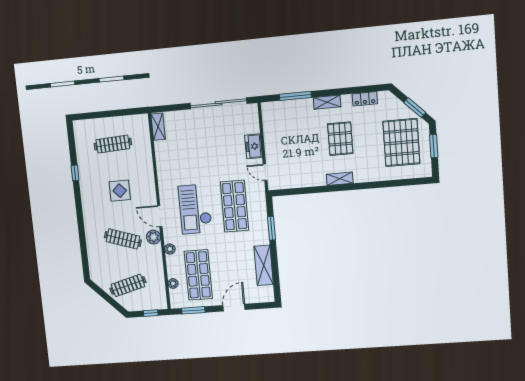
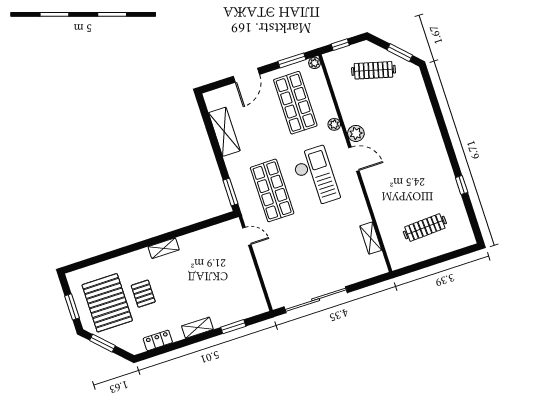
window: (295, 96) -> (233, 327), width x0.69
shelving: (158, 127) -> (371, 238), moved
pallet: (340, 139) -> (143, 294), moved, width x0.67, depth x0.71
freezer: (254, 146) -> (266, 262), removed
display table: (120, 191) -> (406, 177), removed
window: (272, 228) -> (230, 192), moved
clothes rail: (123, 239) -> (391, 123), removed
plant: (173, 284) -> (315, 63), moved
clothes rail: (128, 285) -> (373, 70), turned 30
window: (103, 294) -> (400, 53), added

